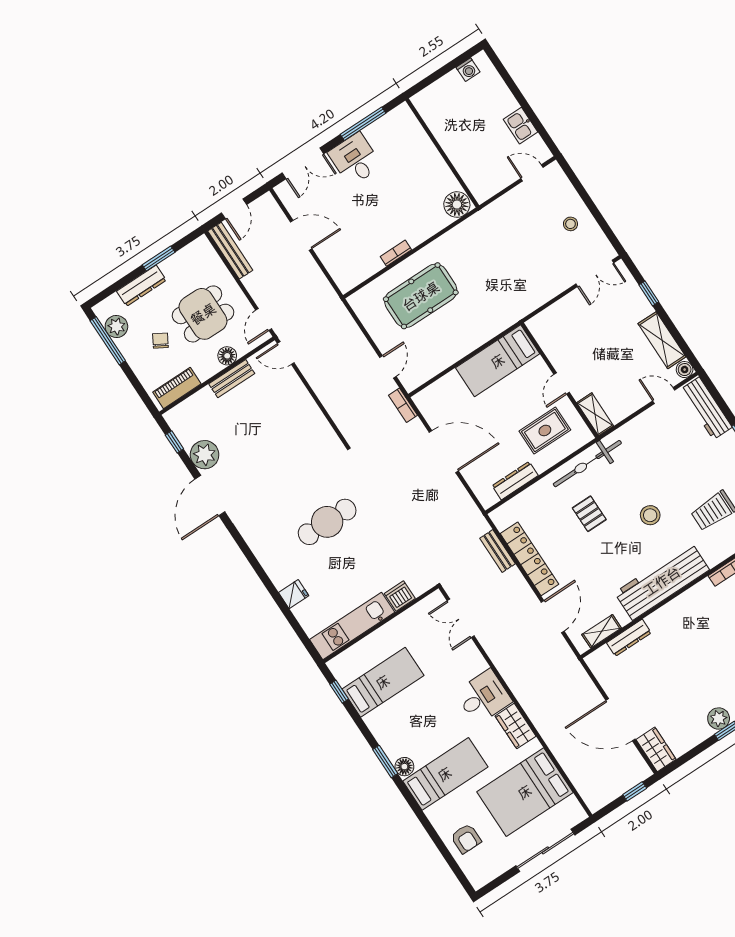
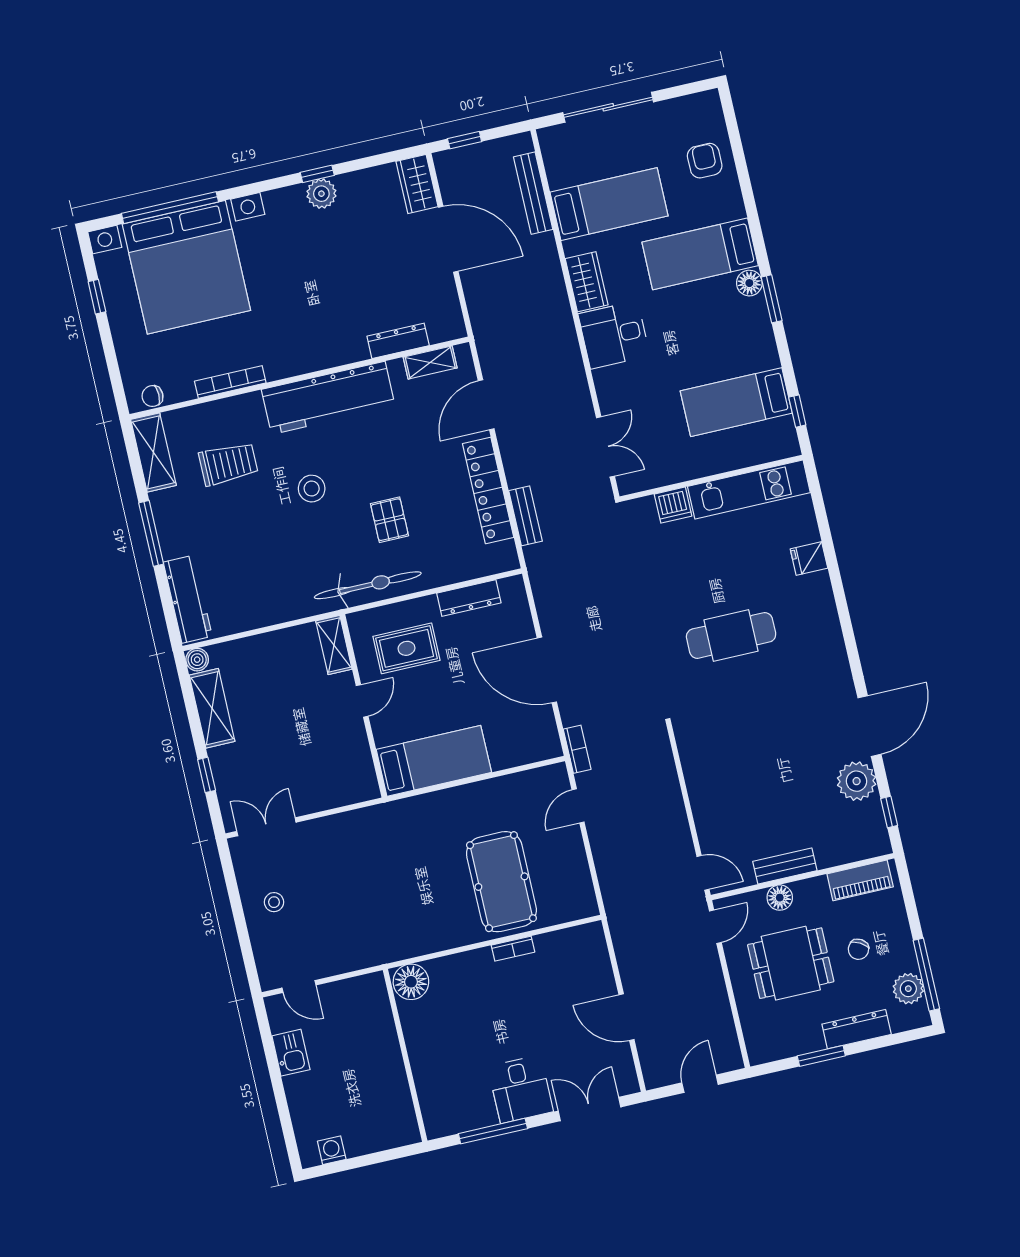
bench: (230, 251) -> (533, 193), moved
pool table: (421, 296) -> (501, 882), turned 90
door: (664, 395) -> (237, 636), removed
bed: (525, 792) -> (609, 204), width x0.67

